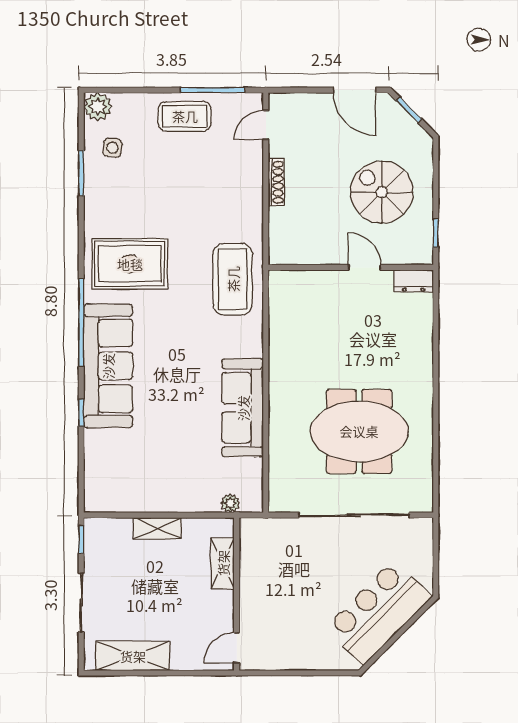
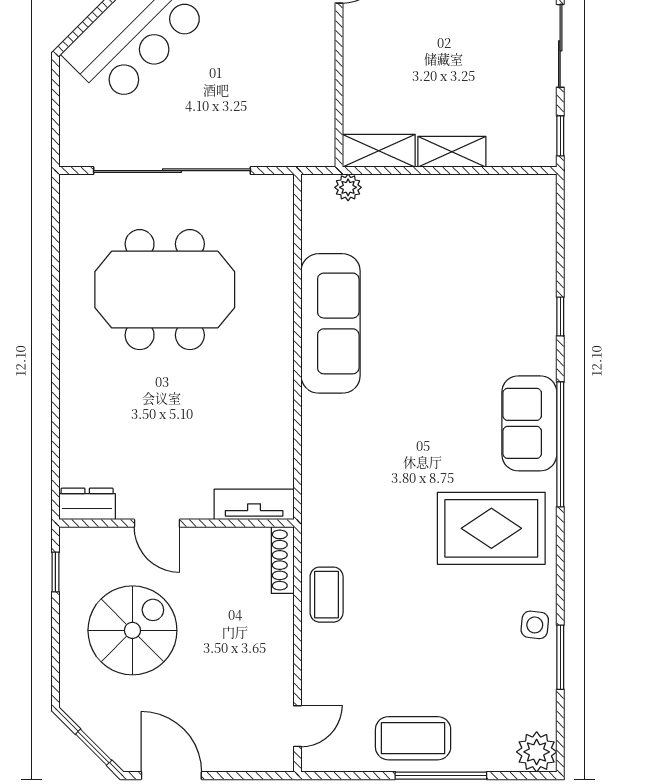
window: (213, 90) -> (441, 776), moved
side table: (112, 148) -> (535, 625), moved
shoe rack: (276, 182) -> (283, 560), moved
spiral stairs: (382, 192) -> (132, 630), turned -90
coffee table: (233, 279) -> (327, 595), moved, width x0.54, depth x0.58
tv unit: (296, 281) -> (254, 504), added
sofa: (108, 366) -> (529, 423), width x0.54, depth x0.79
shelving: (223, 563) -> (379, 151), moved, turned 90

